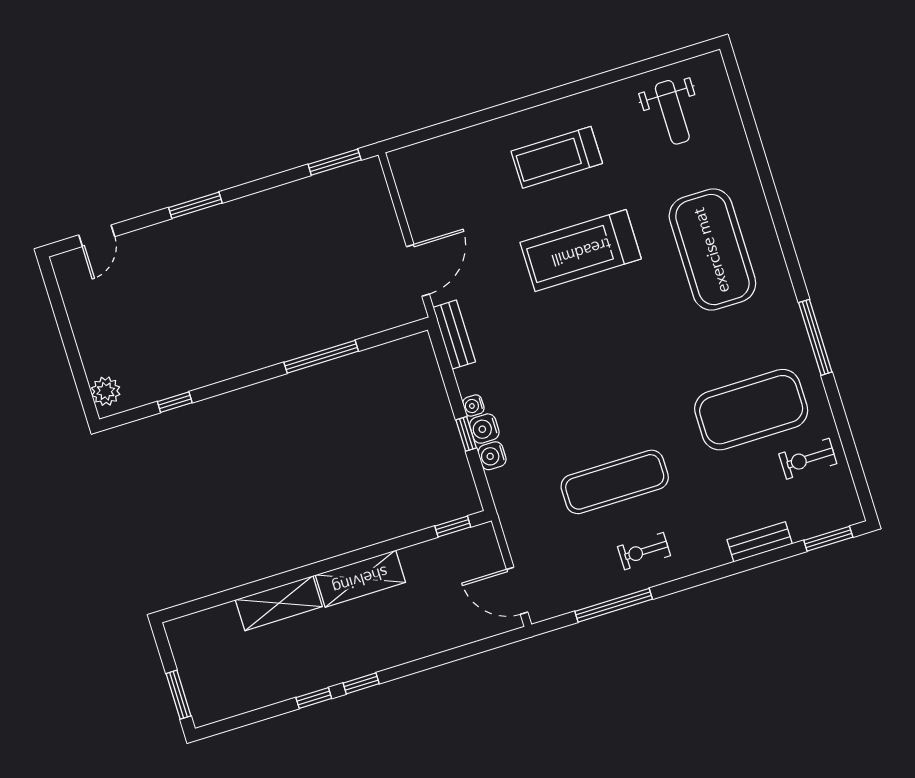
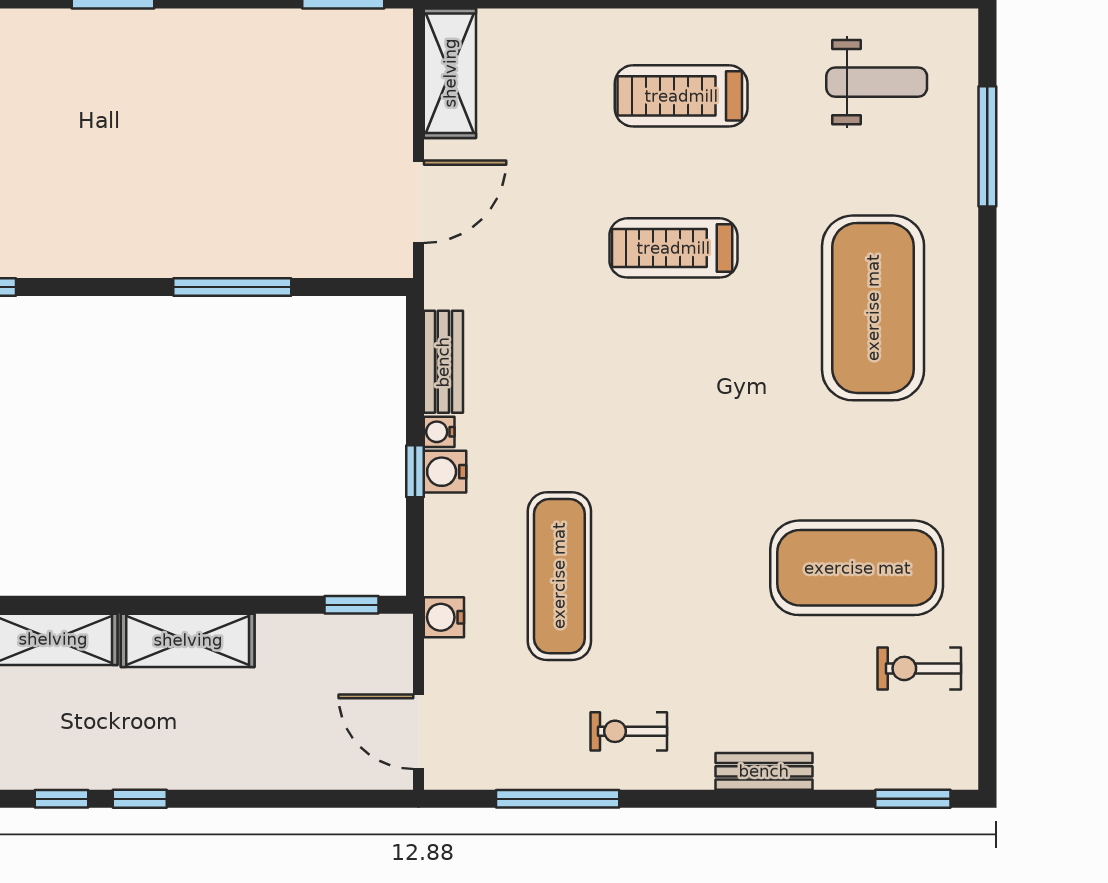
weight bench: (672, 112) -> (877, 82), turned -90
shelving: (413, 187) -> (450, 73), added
treadmill: (581, 251) -> (673, 248), width x0.73, depth x0.73
bench: (454, 335) -> (443, 362), moved
window: (815, 337) -> (987, 146), moved
water cooler: (492, 456) -> (444, 617), moved
exercise mat: (615, 482) -> (559, 576), moved, turned 90
bench: (760, 542) -> (764, 771), moved

